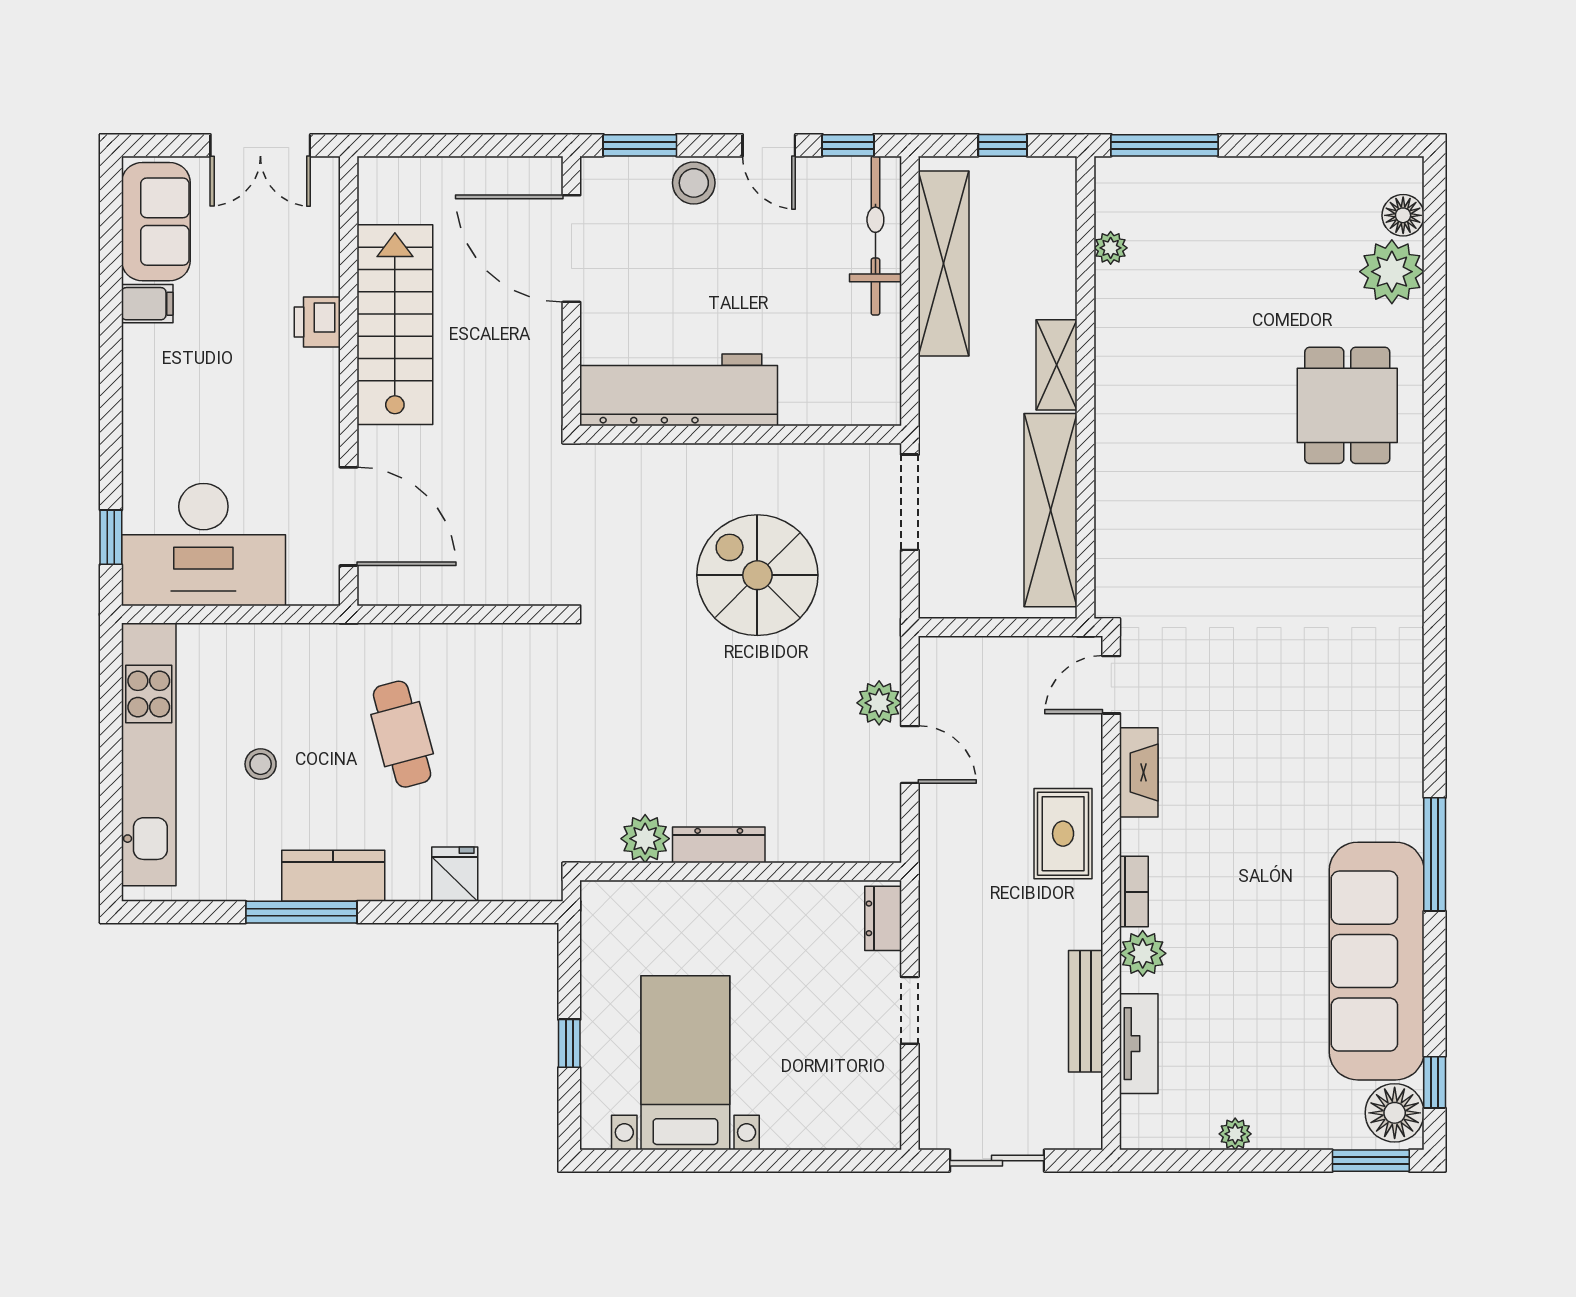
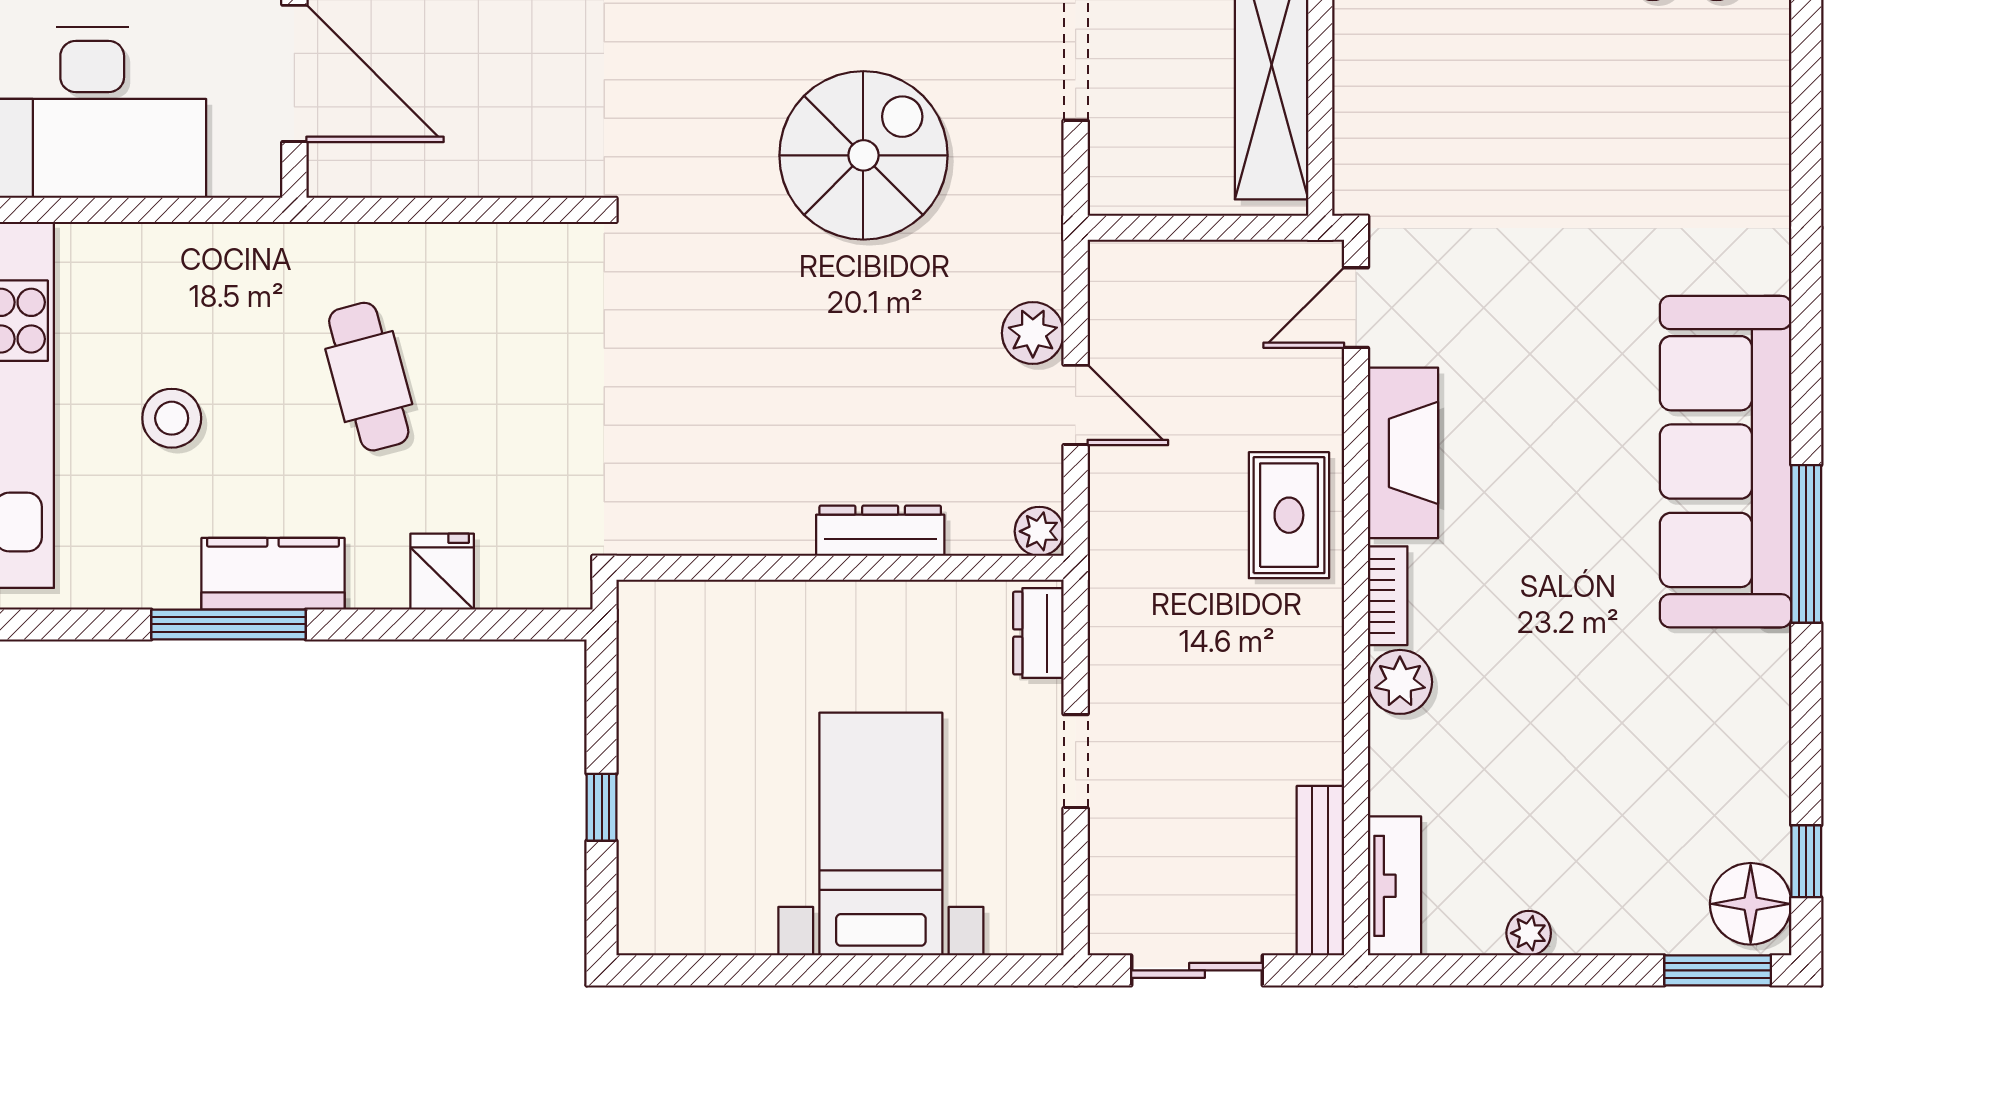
spiral stairs: (757, 575) -> (863, 155), turned 90
stool: (261, 764) -> (172, 418), width x1.37, depth x1.37
fireplace: (1139, 772) -> (1403, 453), width x1.37, depth x1.32
plant: (645, 839) -> (1039, 531), moved, width x0.73, depth x0.73
dresser: (719, 845) -> (880, 531), moved
sofa: (1377, 961) -> (1726, 462), moved
bench: (1086, 1011) -> (1320, 871), moved
tv unit: (1139, 1044) -> (1395, 886), moved
bed with nightstands: (685, 1063) -> (881, 834), moved

